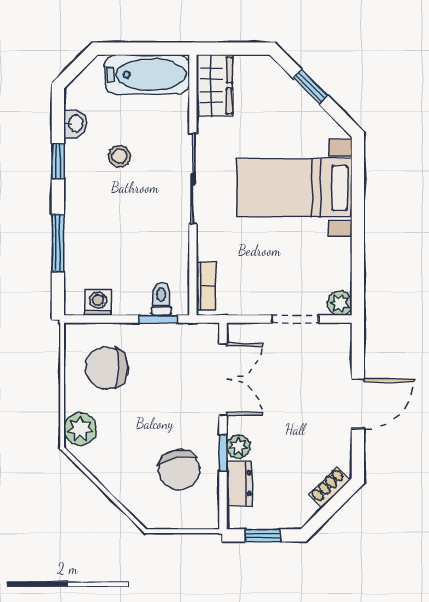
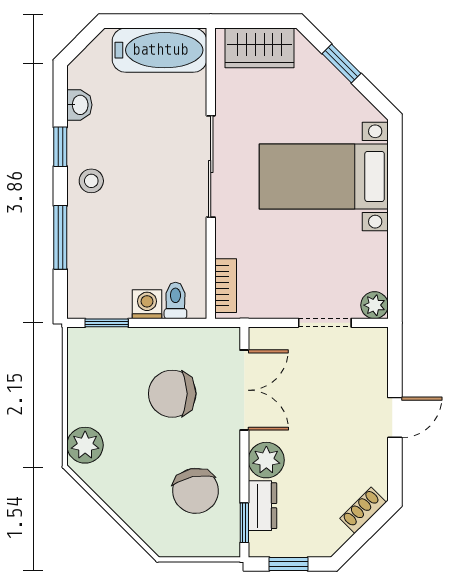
wardrobe: (214, 85) -> (260, 48), moved, turned 90
stool: (120, 156) -> (91, 181), moved
washing machine: (98, 302) -> (147, 304), moved
window: (158, 319) -> (107, 323), moved
chair: (107, 368) -> (172, 394), moved
door: (358, 404) -> (395, 417), width x0.73
plant: (238, 447) -> (266, 460), width x1.38, depth x1.38
window: (223, 453) -> (244, 523), moved

